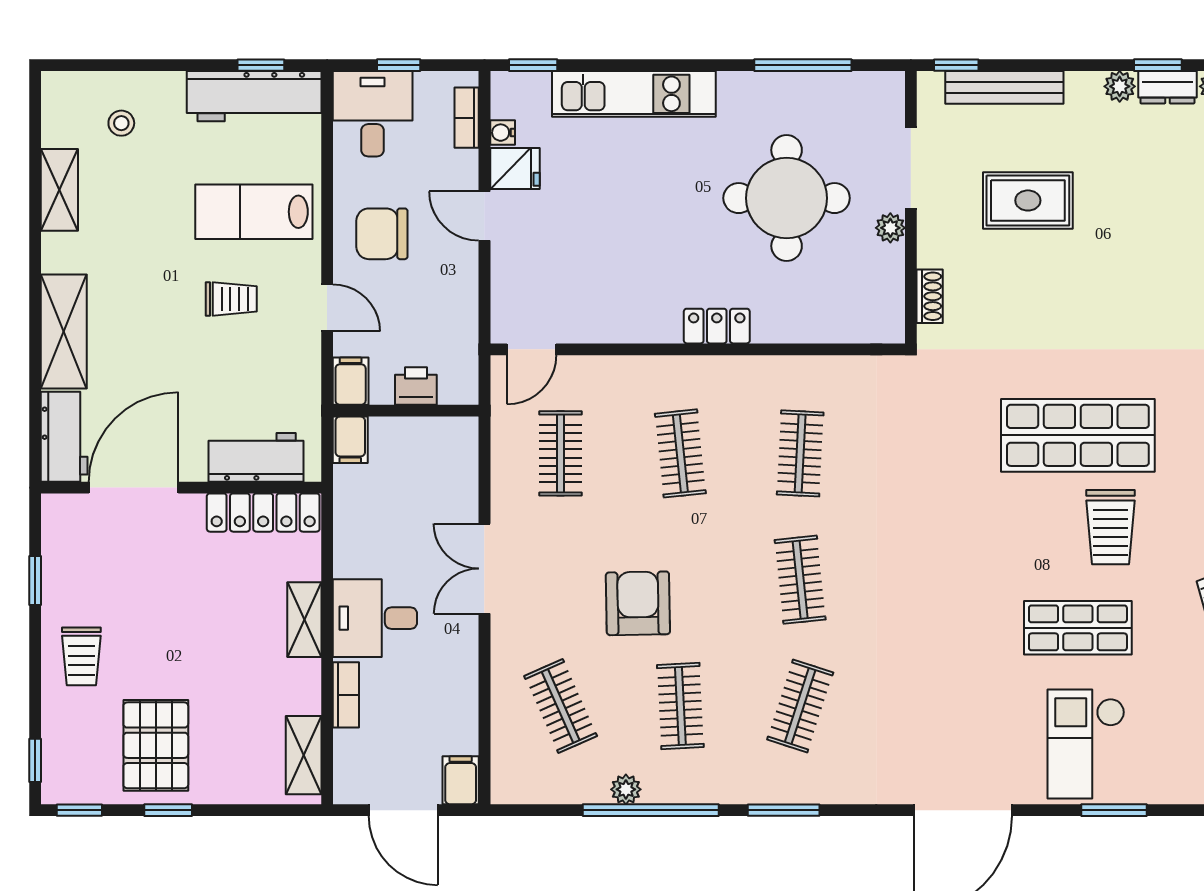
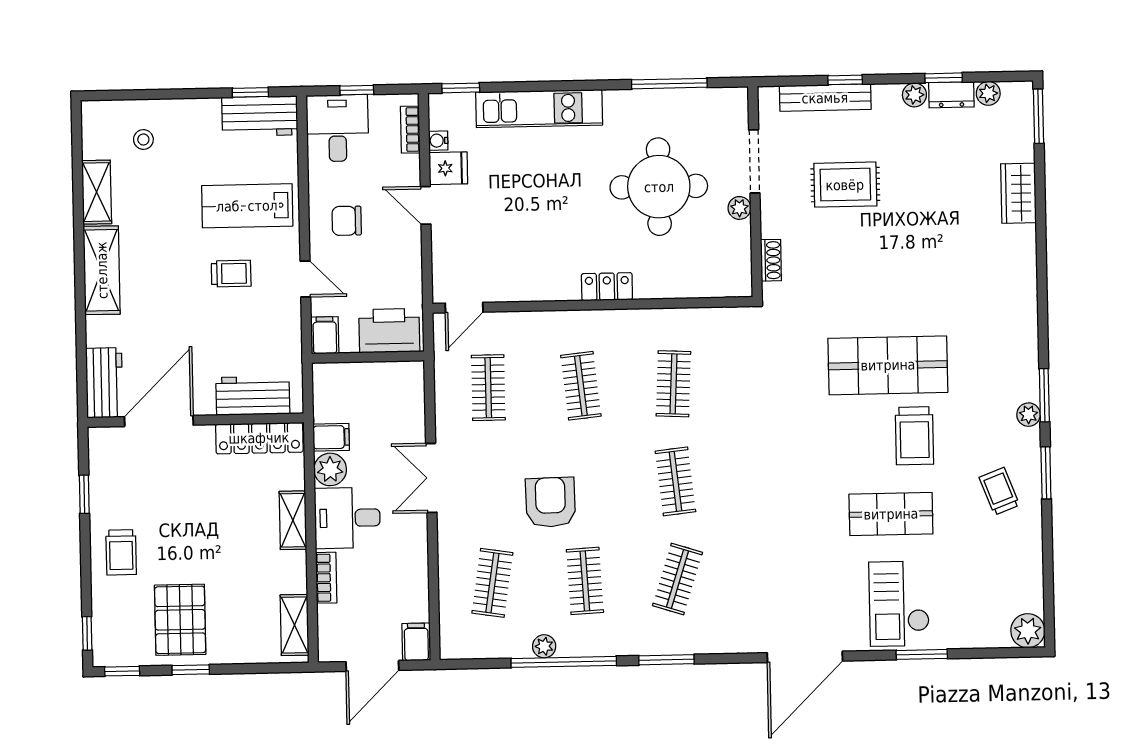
window: (956, 65) -> (845, 80), moved
workbench: (254, 96) -> (260, 116), width x0.73
chair: (382, 234) -> (347, 221), width x0.73, depth x0.73
shelving: (64, 331) -> (102, 270), moved
printer: (416, 386) -> (389, 331), width x1.87, depth x1.48
filing cabinet: (350, 440) -> (331, 437), moved, turned -90
plant: (354, 555) -> (330, 469), added
clothes rail: (561, 706) -> (492, 583), turned 33
door: (403, 810) -> (372, 666), hinge flipped

